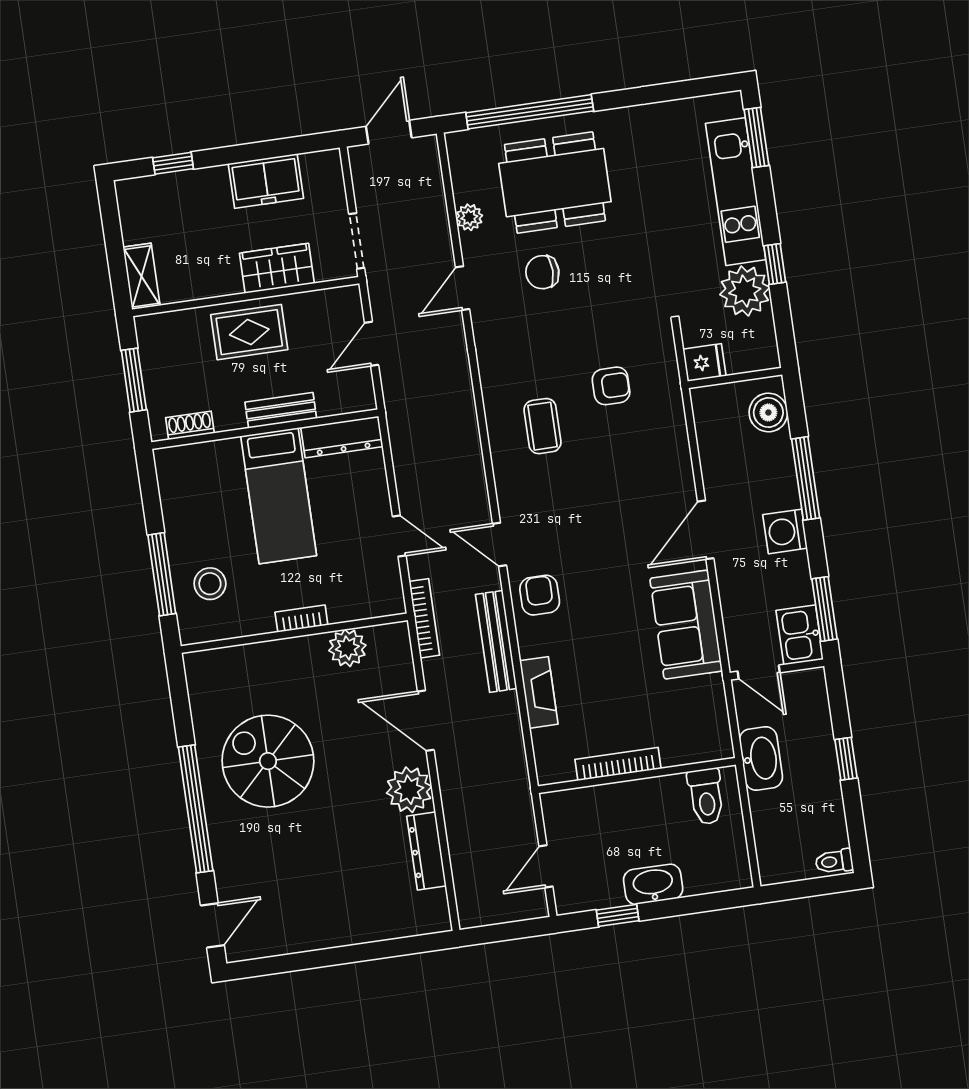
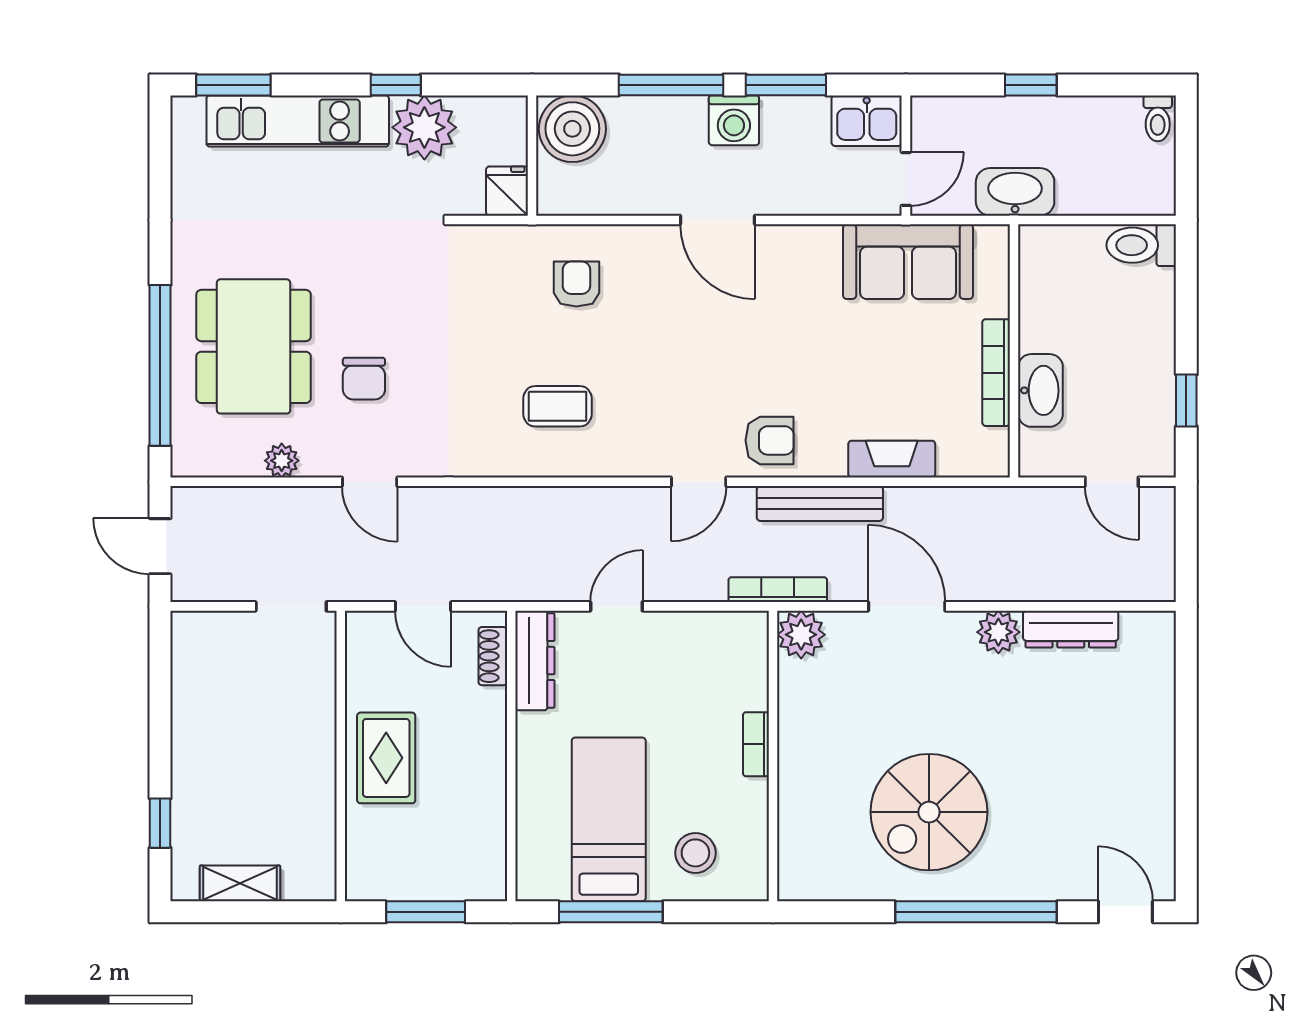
freezer: (266, 181) -> (199, 710), removed
wardrobe: (277, 268) -> (311, 712), removed
shelving: (141, 276) -> (240, 883), moved
armchair: (611, 386) -> (576, 284), moved
bench: (281, 410) -> (490, 732), removed
boiler: (768, 412) -> (572, 129), width x1.37, depth x1.37
shoe rack: (190, 425) -> (493, 656), moved
bed: (279, 496) -> (609, 819), moved, turned -90
door: (399, 536) -> (616, 606), moved
window: (162, 574) -> (611, 912), moved
armchair: (540, 595) -> (770, 440), turned 180
window: (824, 609) -> (786, 85), moved
sofa: (686, 625) -> (908, 262), moved
plant: (347, 648) -> (801, 635), moved
door: (426, 721) -> (907, 606), swing flipped
plant: (409, 790) -> (998, 632), width x0.73, depth x0.73
toilet: (706, 796) -> (1141, 245), moved, turned 180
washbasin: (653, 884) -> (1040, 390), moved, turned 180

